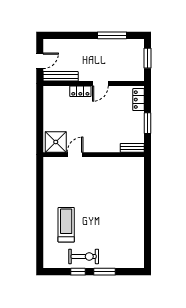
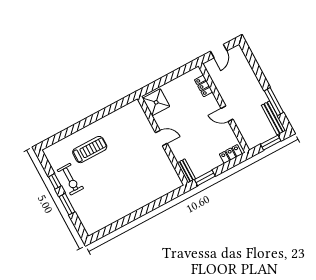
door: (40, 61) -> (219, 51), hinge flipped
bench: (61, 76) -> (273, 118), moved
locker: (80, 91) -> (204, 86), moved
window: (148, 123) -> (205, 178), moved
door: (75, 155) -> (161, 138), moved

